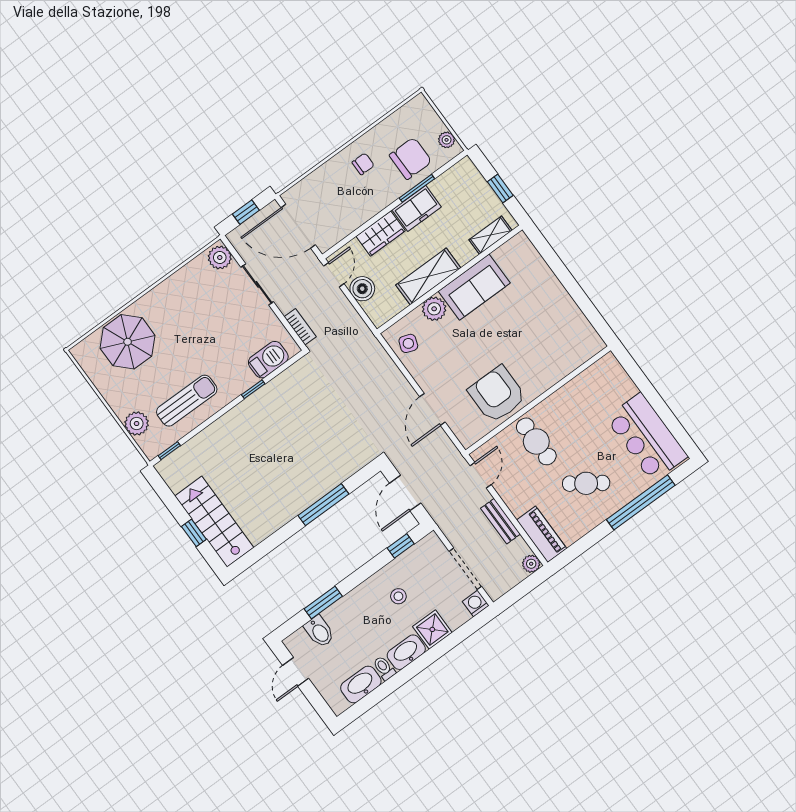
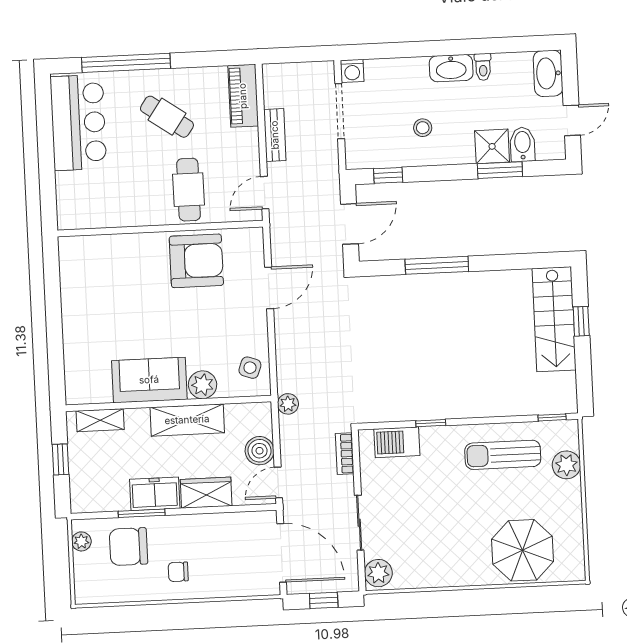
armchair: (497, 394) -> (196, 261), turned -90
plant: (531, 564) -> (288, 404), moved
shower: (432, 629) -> (492, 146), moved
washbasin: (361, 684) -> (548, 73), moved, turned 90

